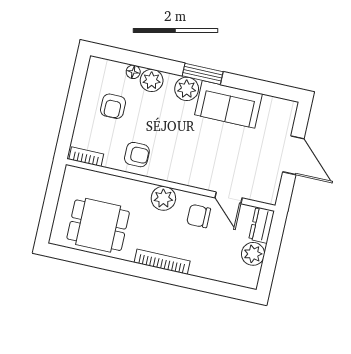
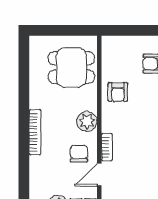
bookcase: (86, 157) -> (107, 147), moved
dining table: (98, 225) -> (71, 67), moved, turned 90

